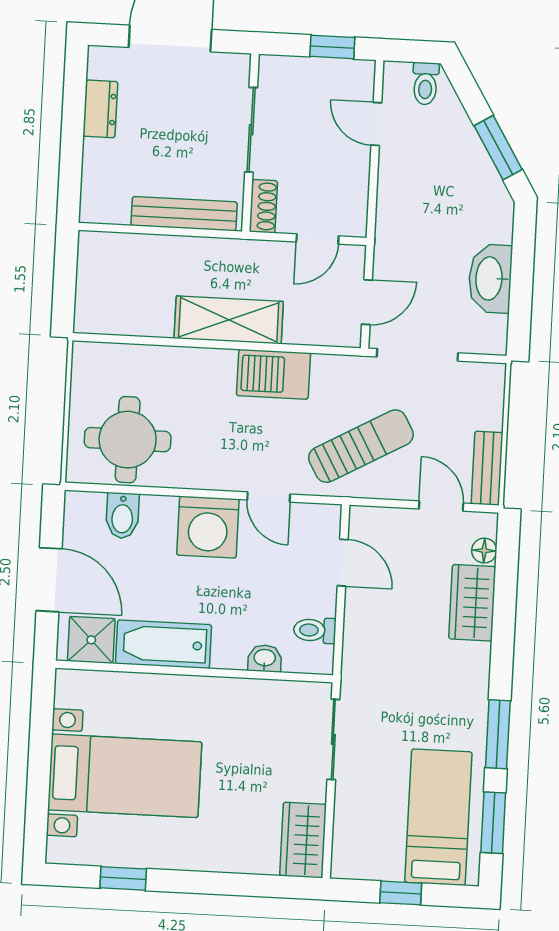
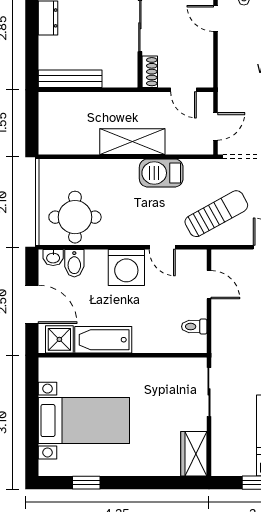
bench: (184, 214) -> (70, 79), moved
door: (317, 239) -> (183, 90), hinge flipped
washbasin: (265, 658) -> (53, 258), moved, turned 180

